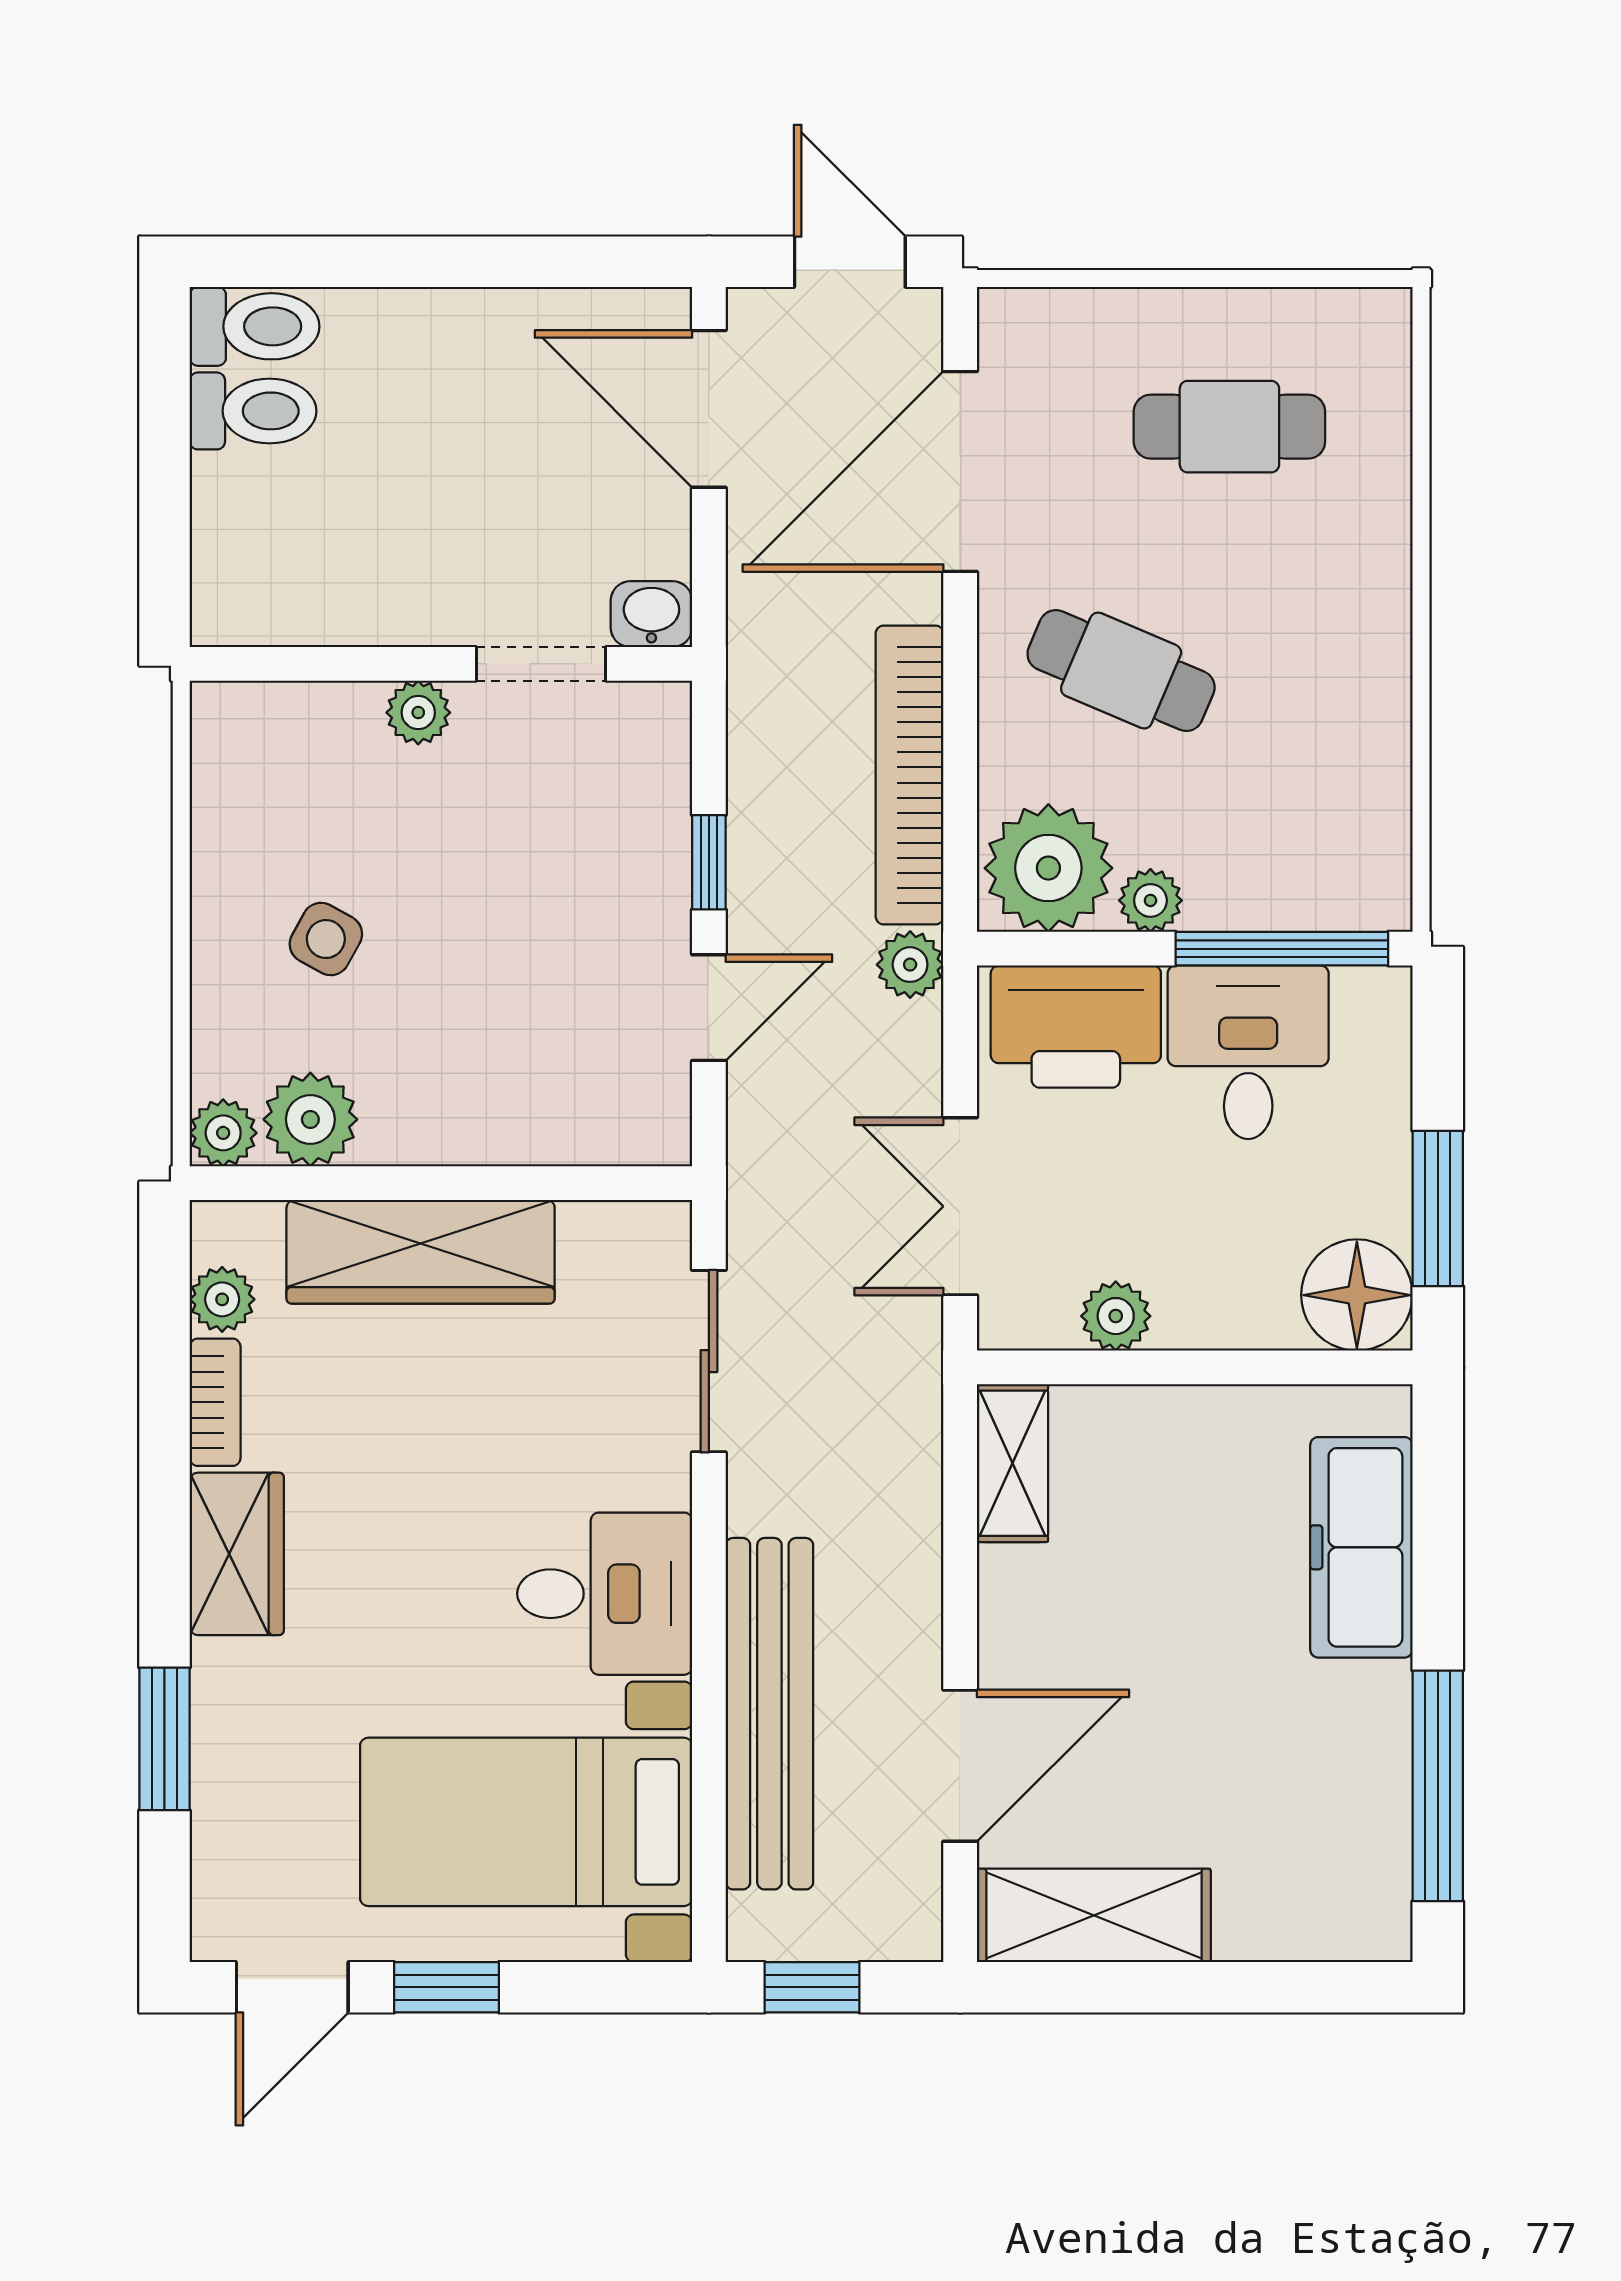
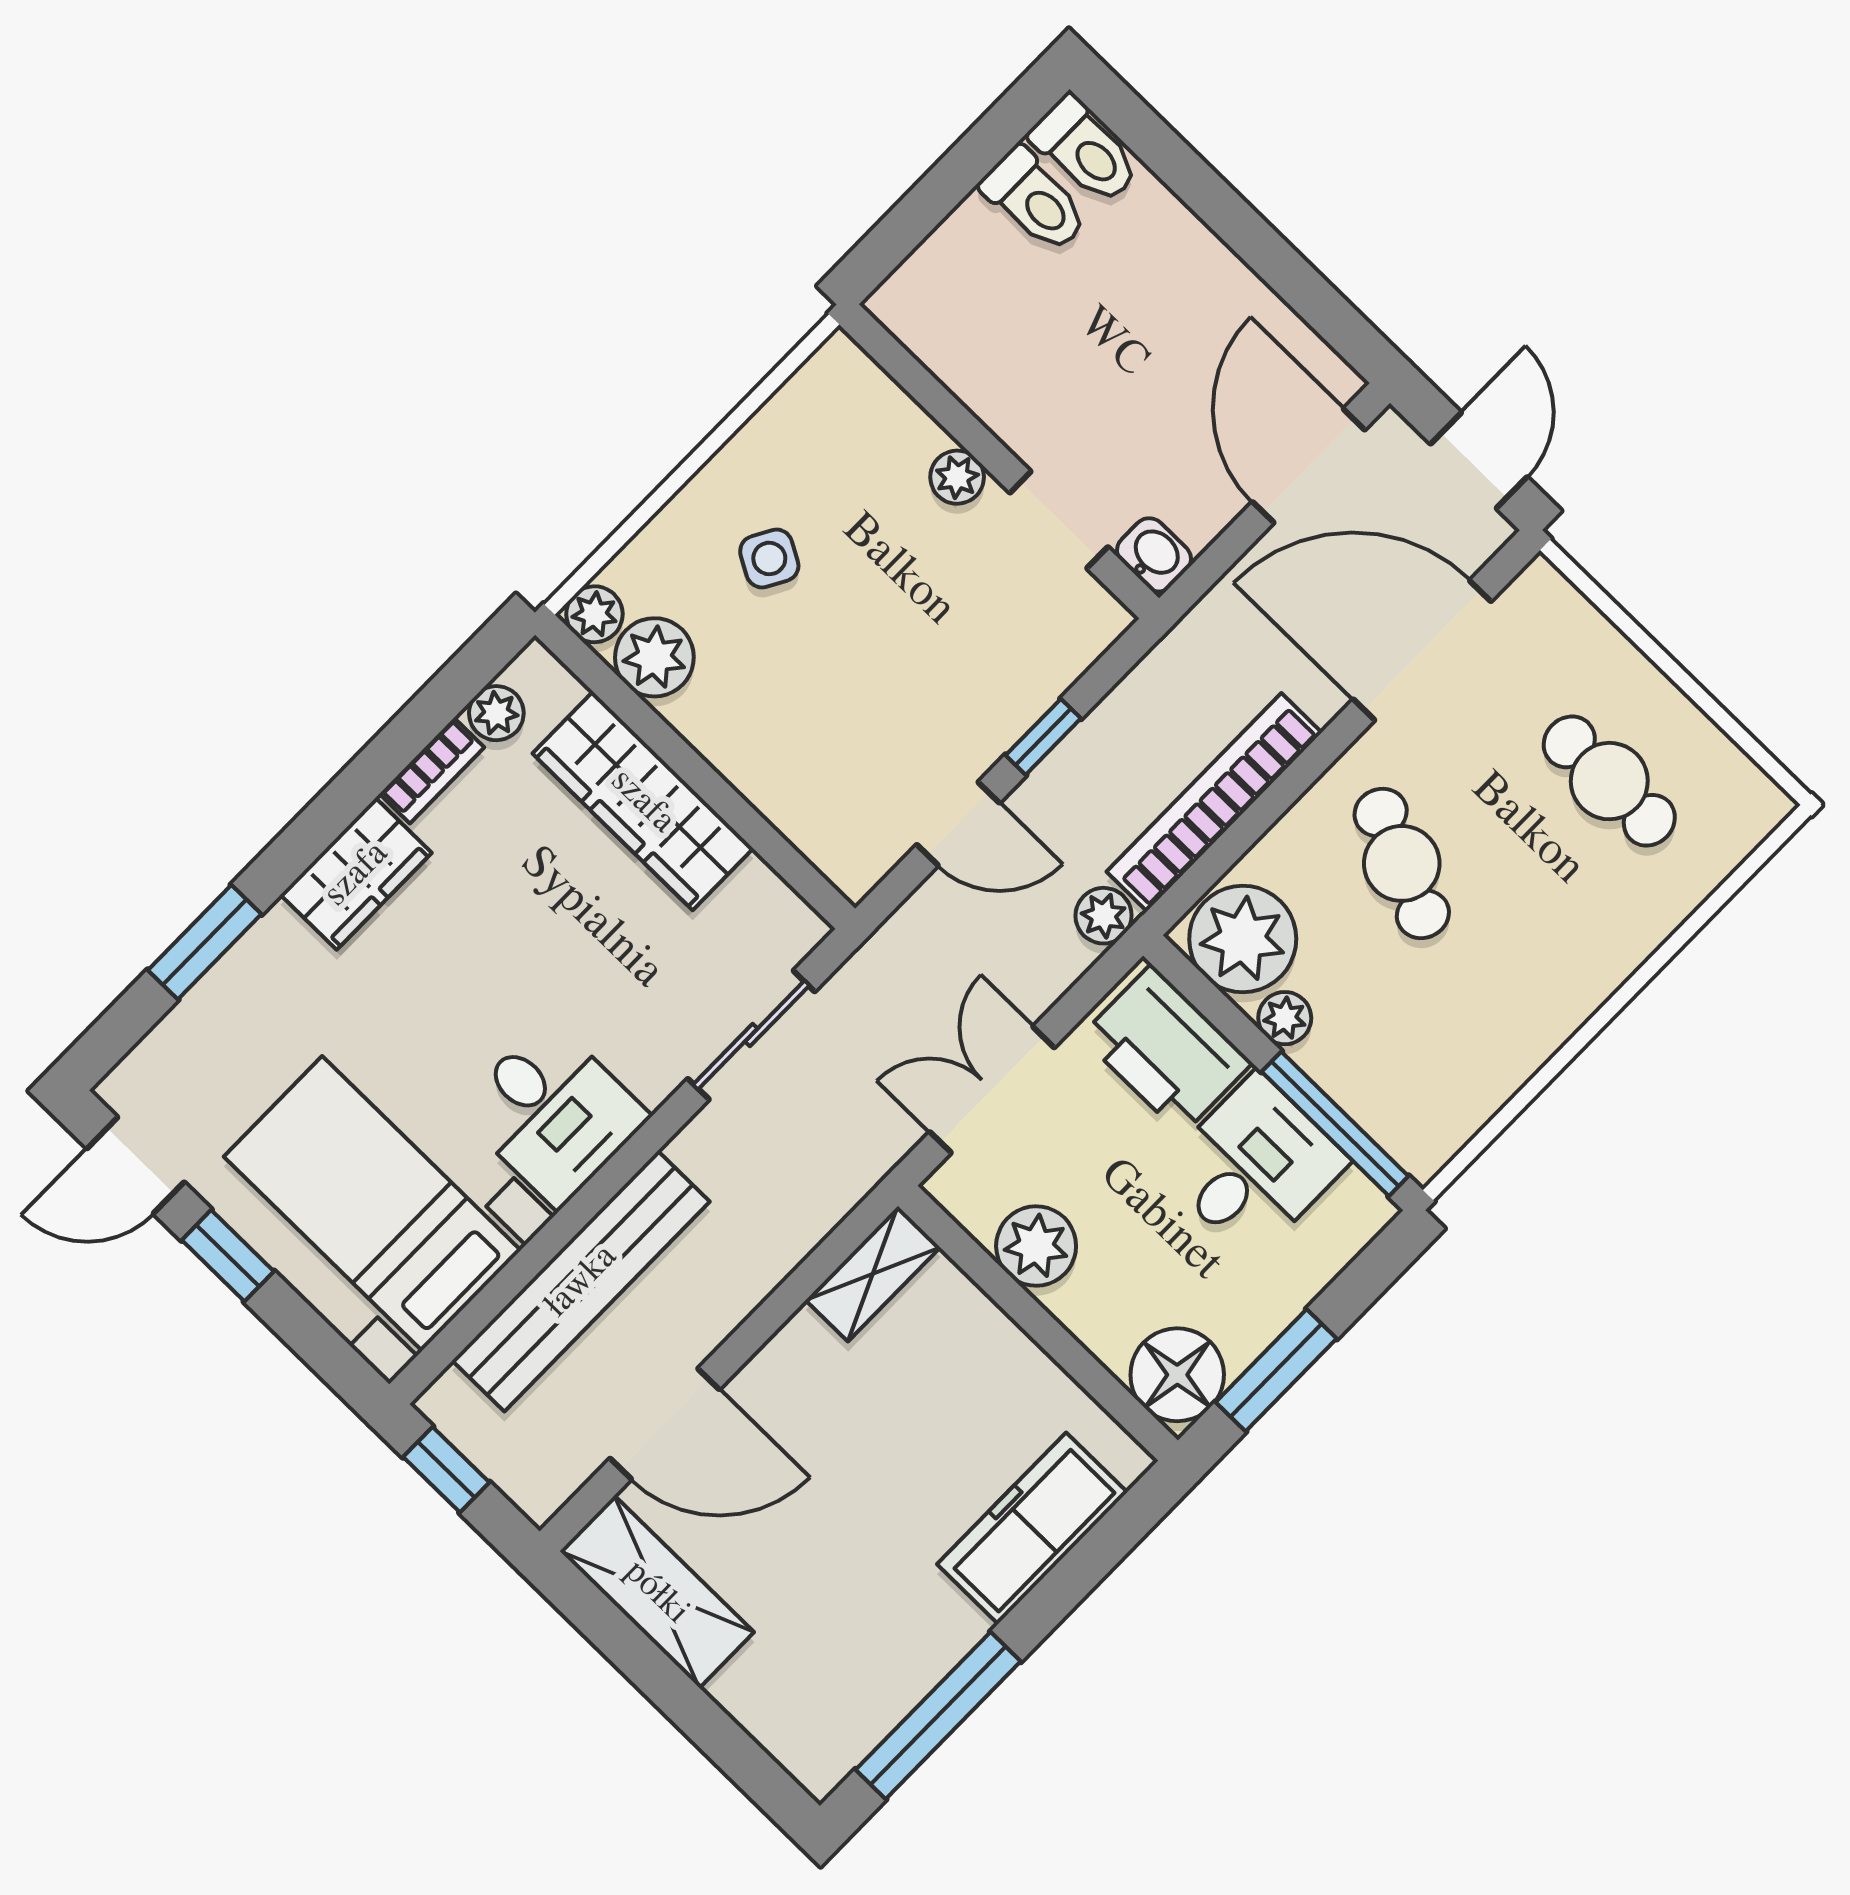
plant: (1116, 1316) -> (1036, 1246), width x1.38, depth x1.38

